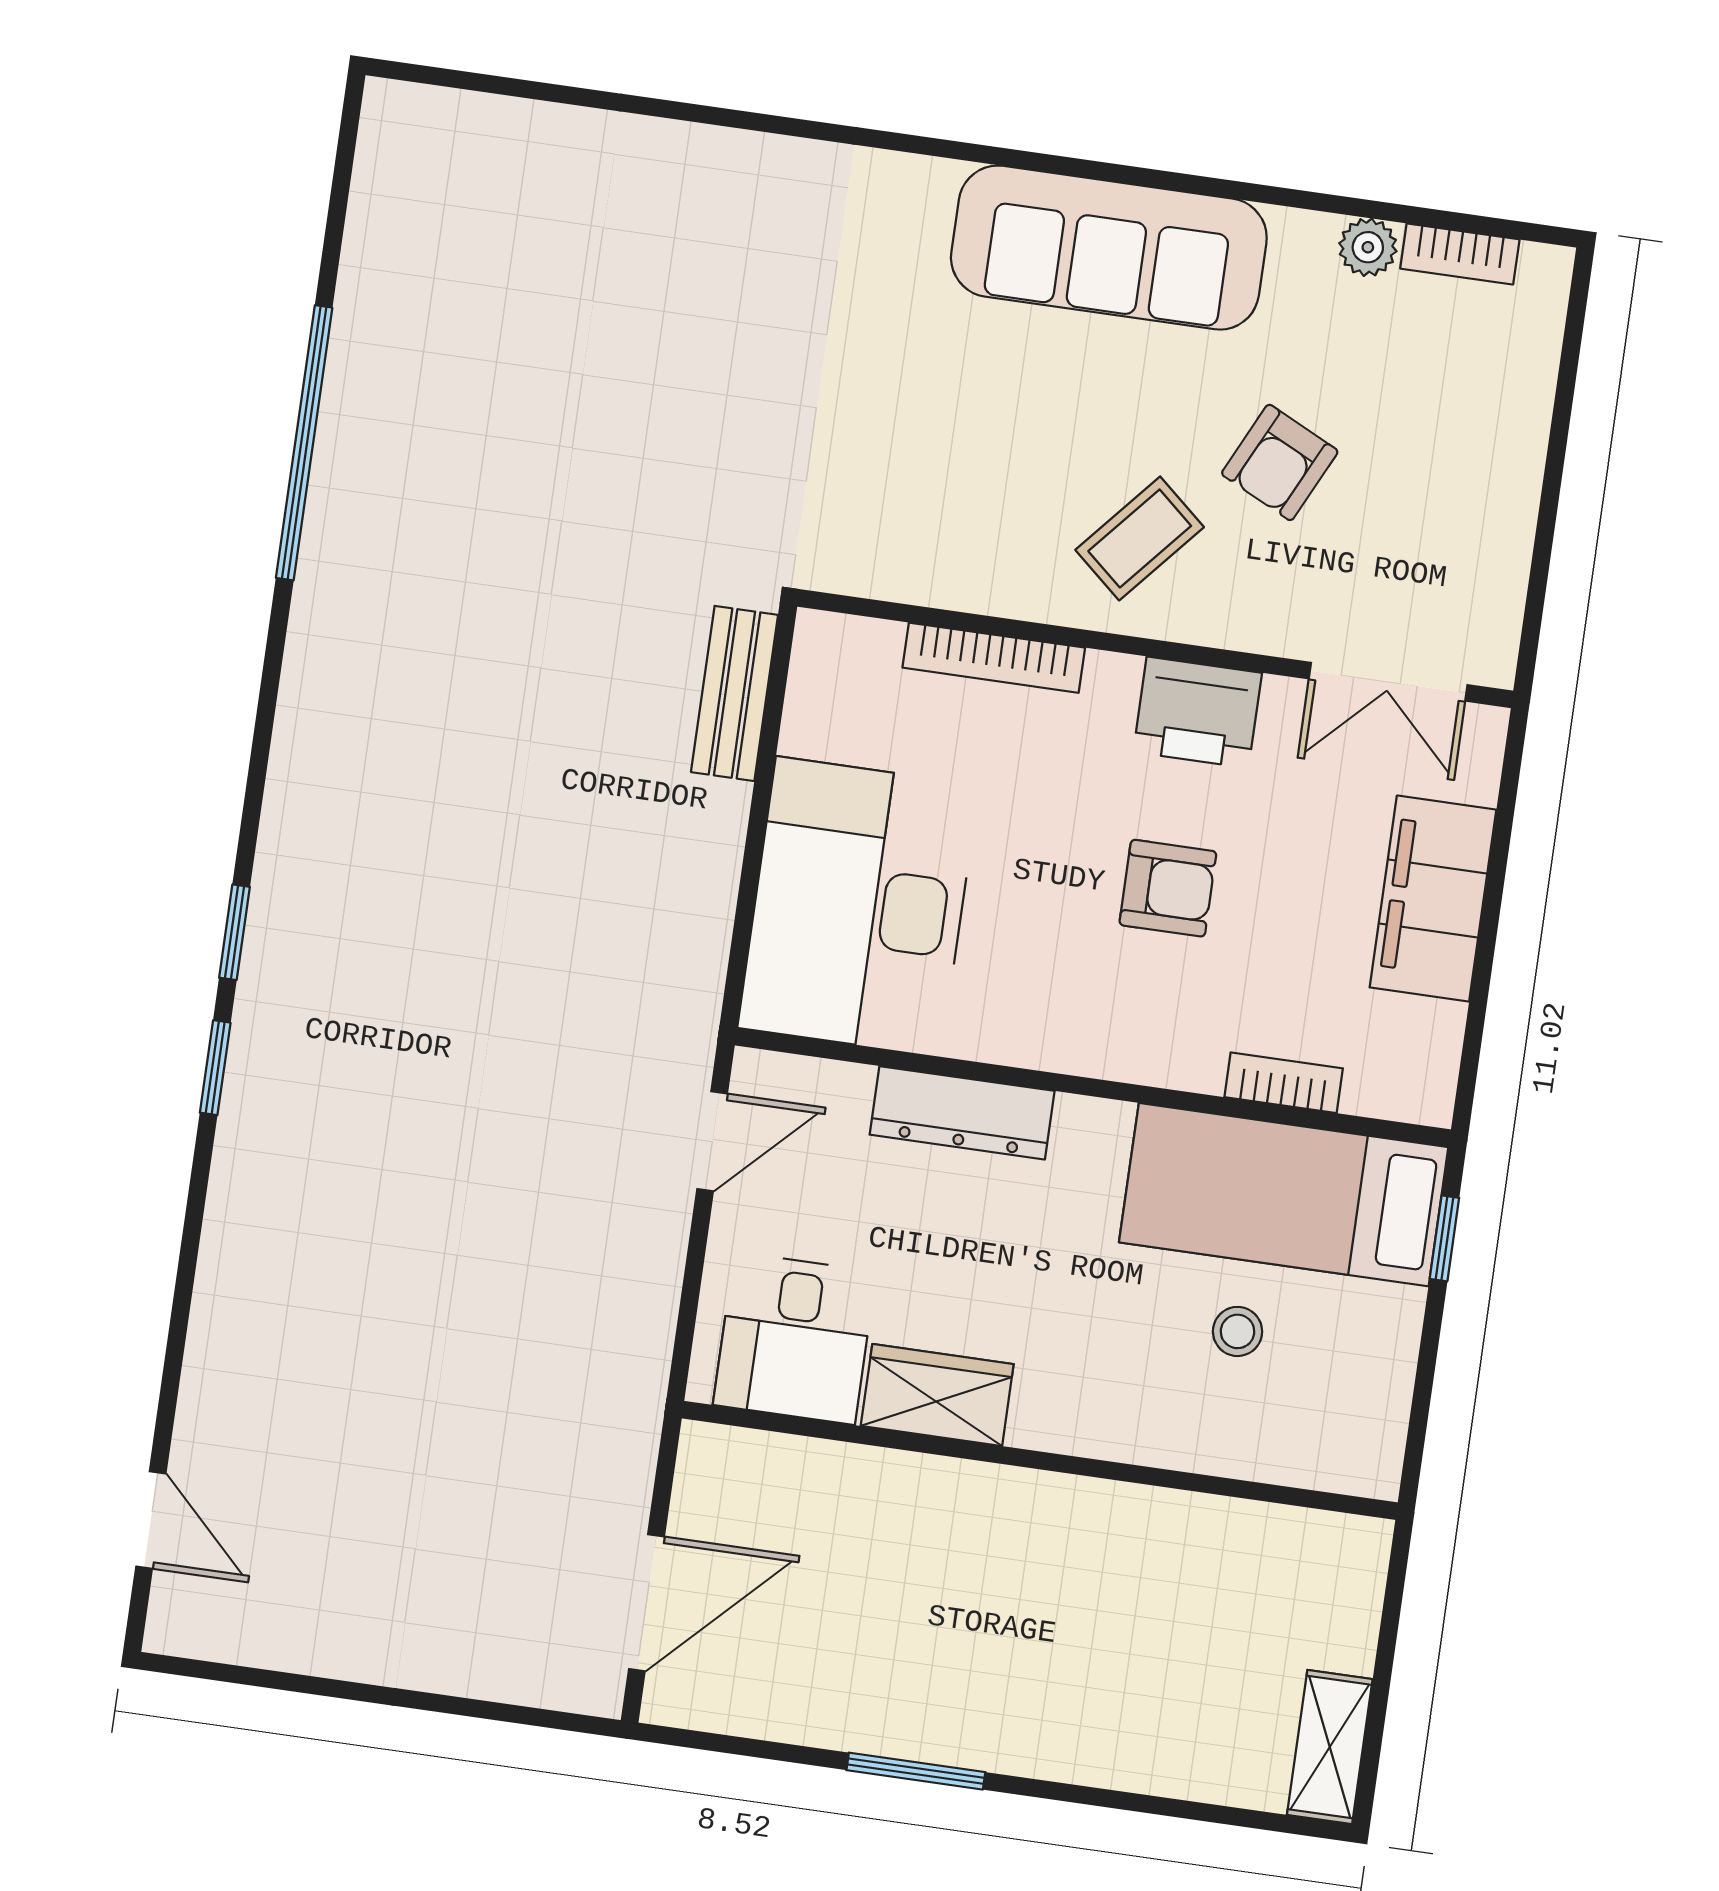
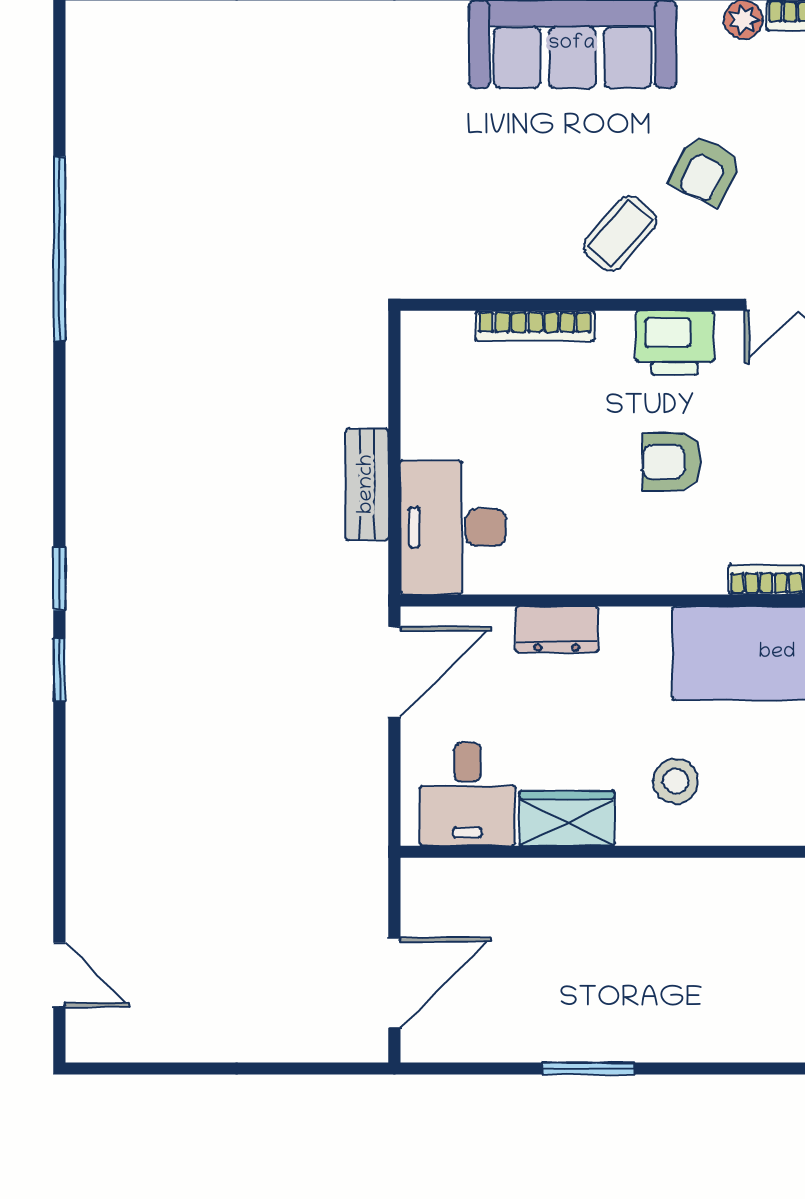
bench: (735, 693) -> (367, 484), moved
armchair: (1168, 888) -> (672, 462), turned 180
desk: (858, 906) -> (453, 527), width x0.73, depth x0.77
dresser: (962, 1113) -> (557, 629), width x0.70
door: (712, 1141) -> (394, 672), width x1.38
stool: (1238, 1331) -> (675, 781), moved, width x1.37, depth x1.37

